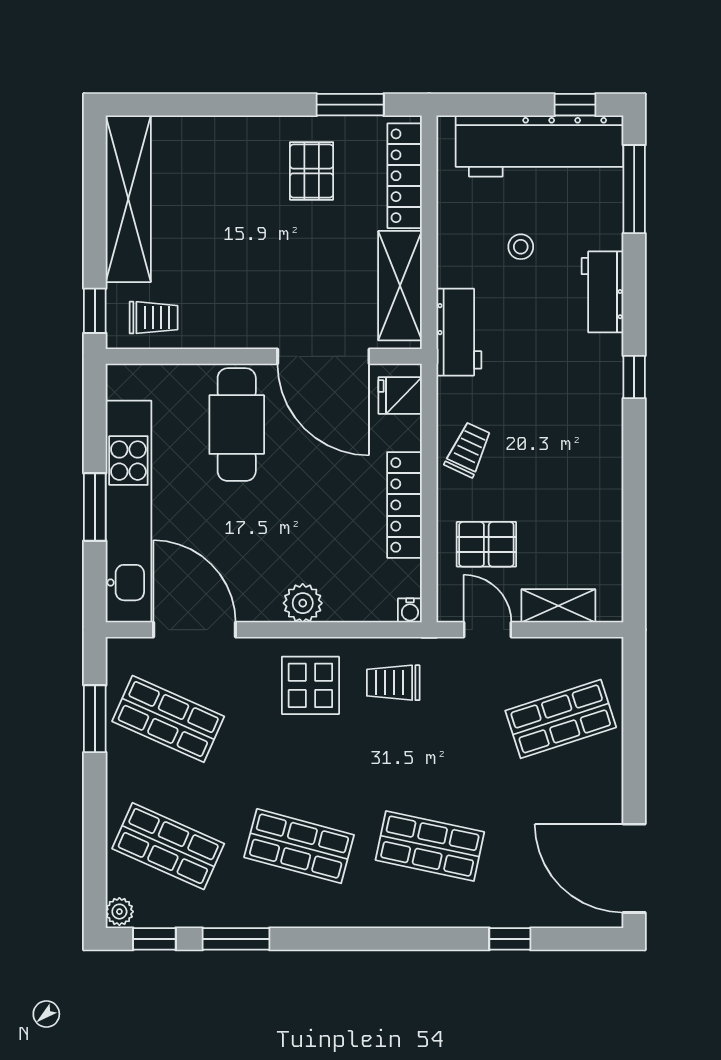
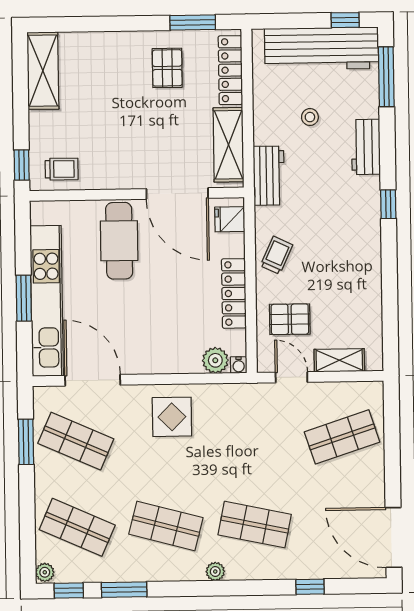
shelving: (128, 199) -> (43, 71), width x0.68
plant: (303, 603) -> (215, 360), moved
trolley: (393, 683) -> (228, 414), removed
plant: (371, 914) -> (215, 571), added

